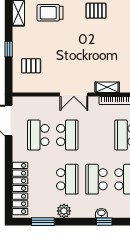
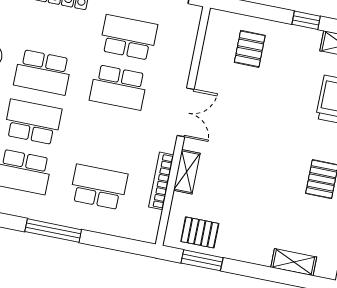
window: (9, 49) -> (306, 20), moved
double door: (74, 95) -> (186, 112), swing flipped

